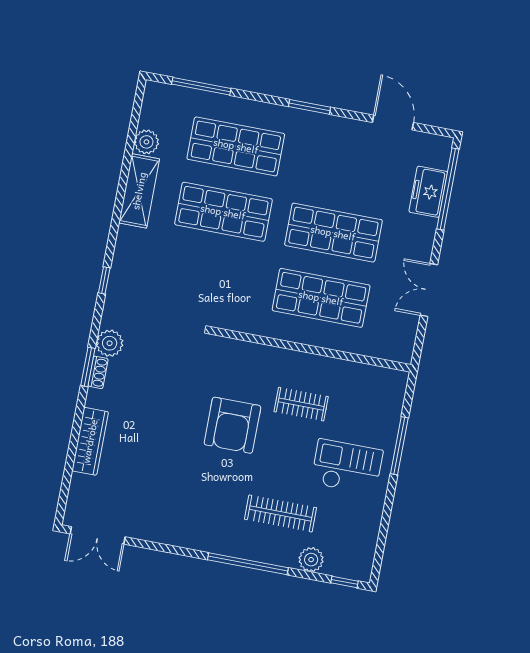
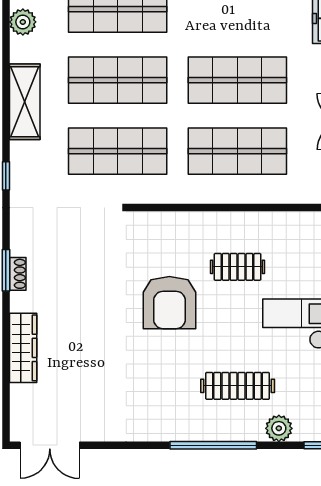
shelving: (139, 191) -> (25, 102), moved
shop shelf: (211, 277) -> (118, 151), added
plant: (110, 343) -> (24, 241), removed

